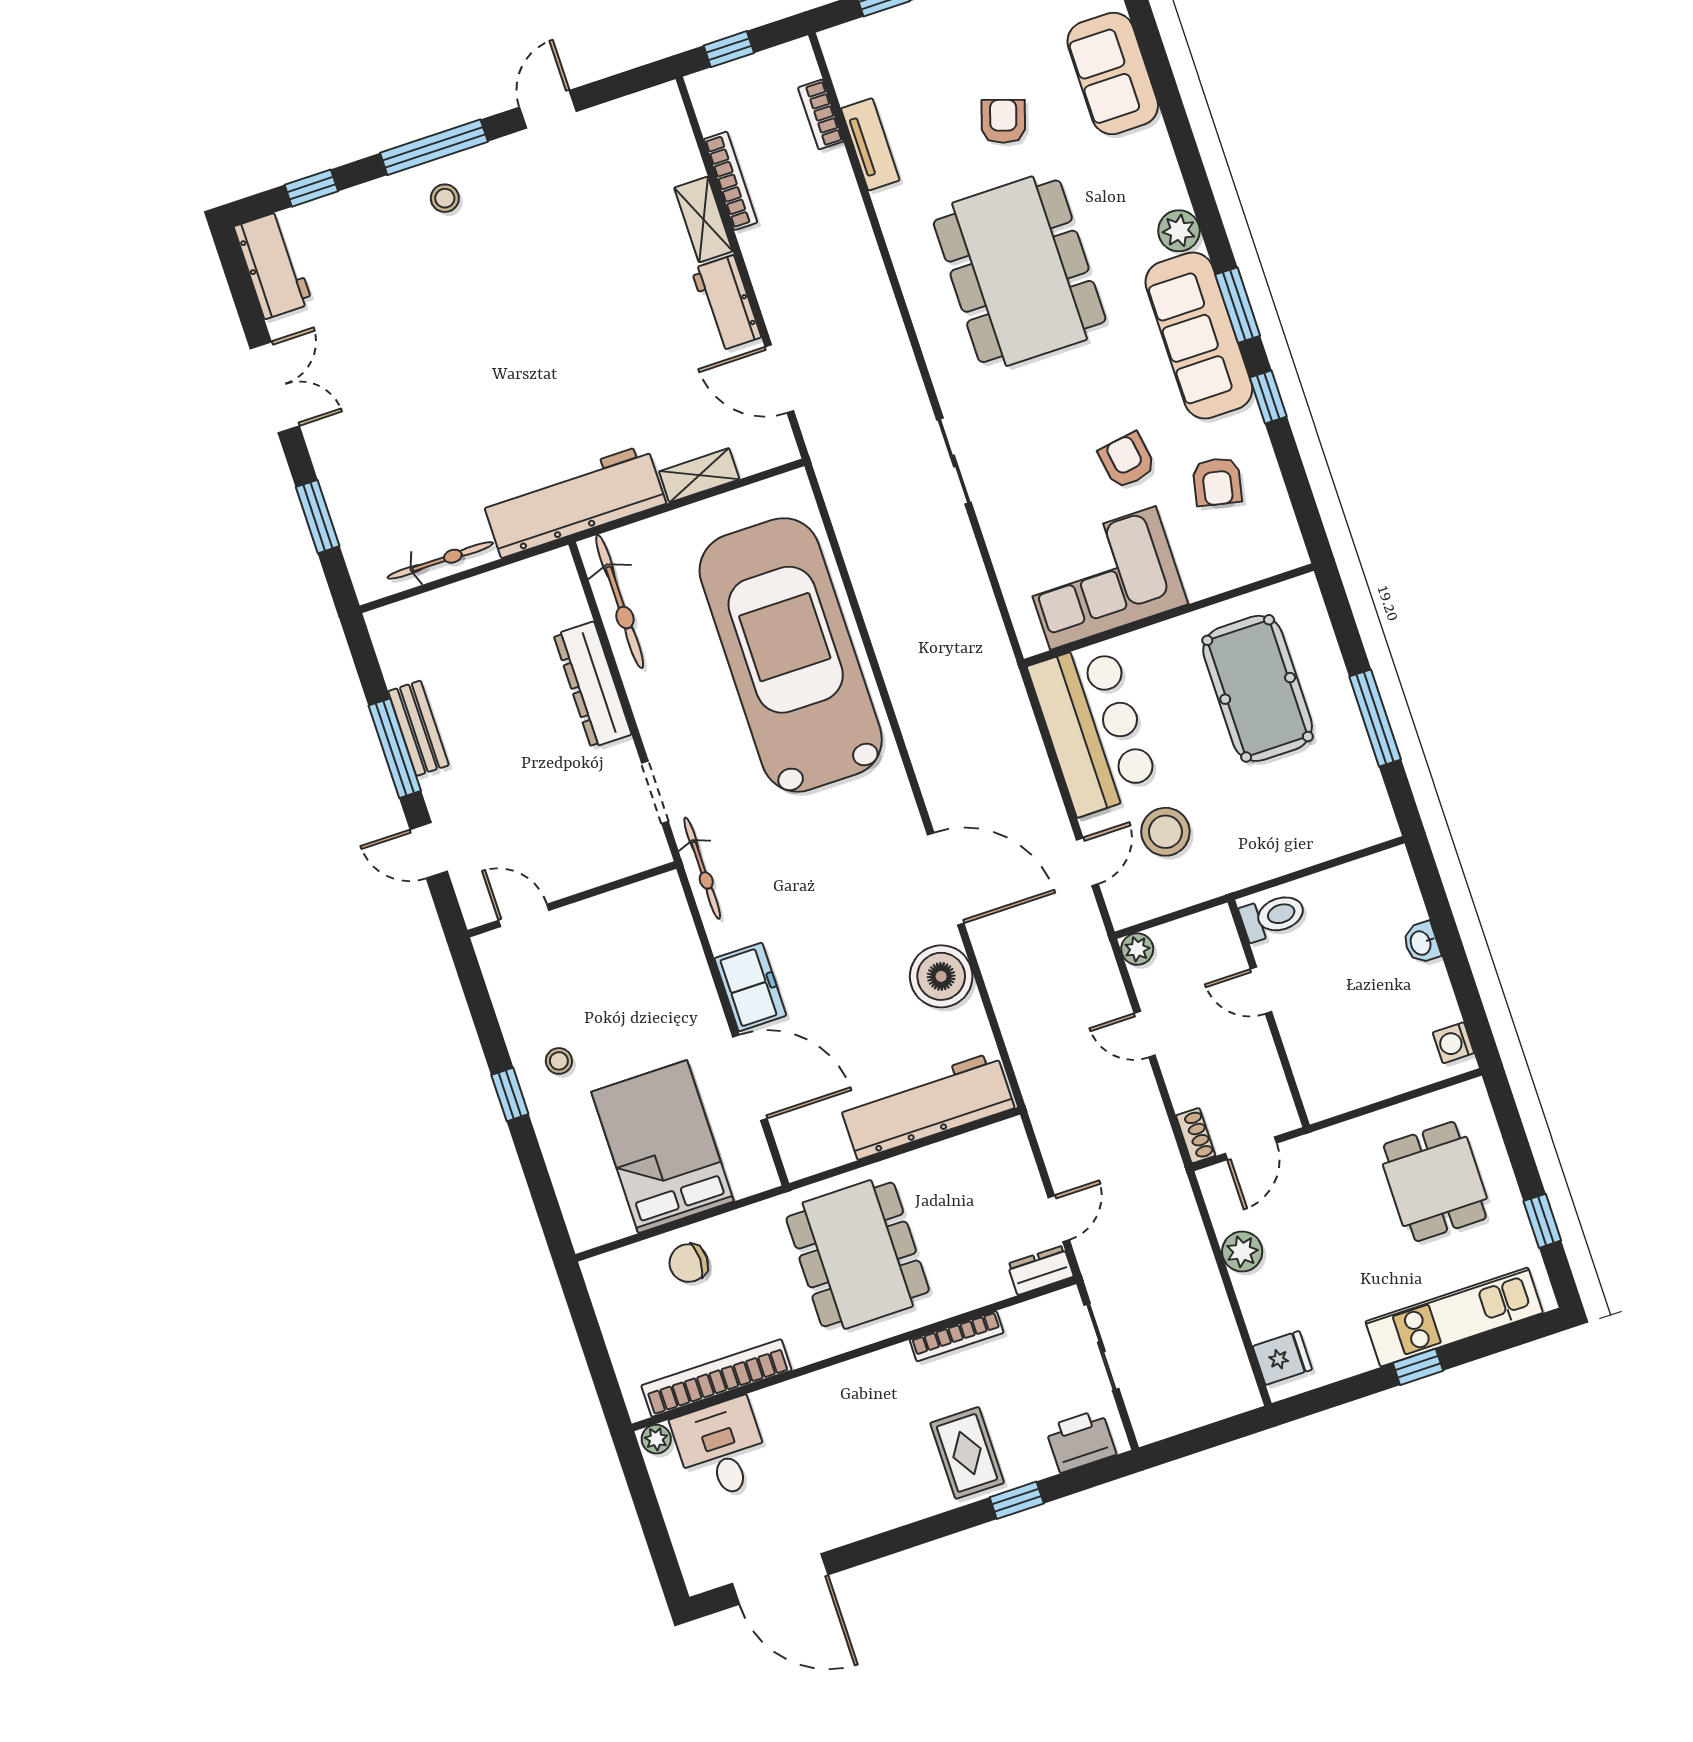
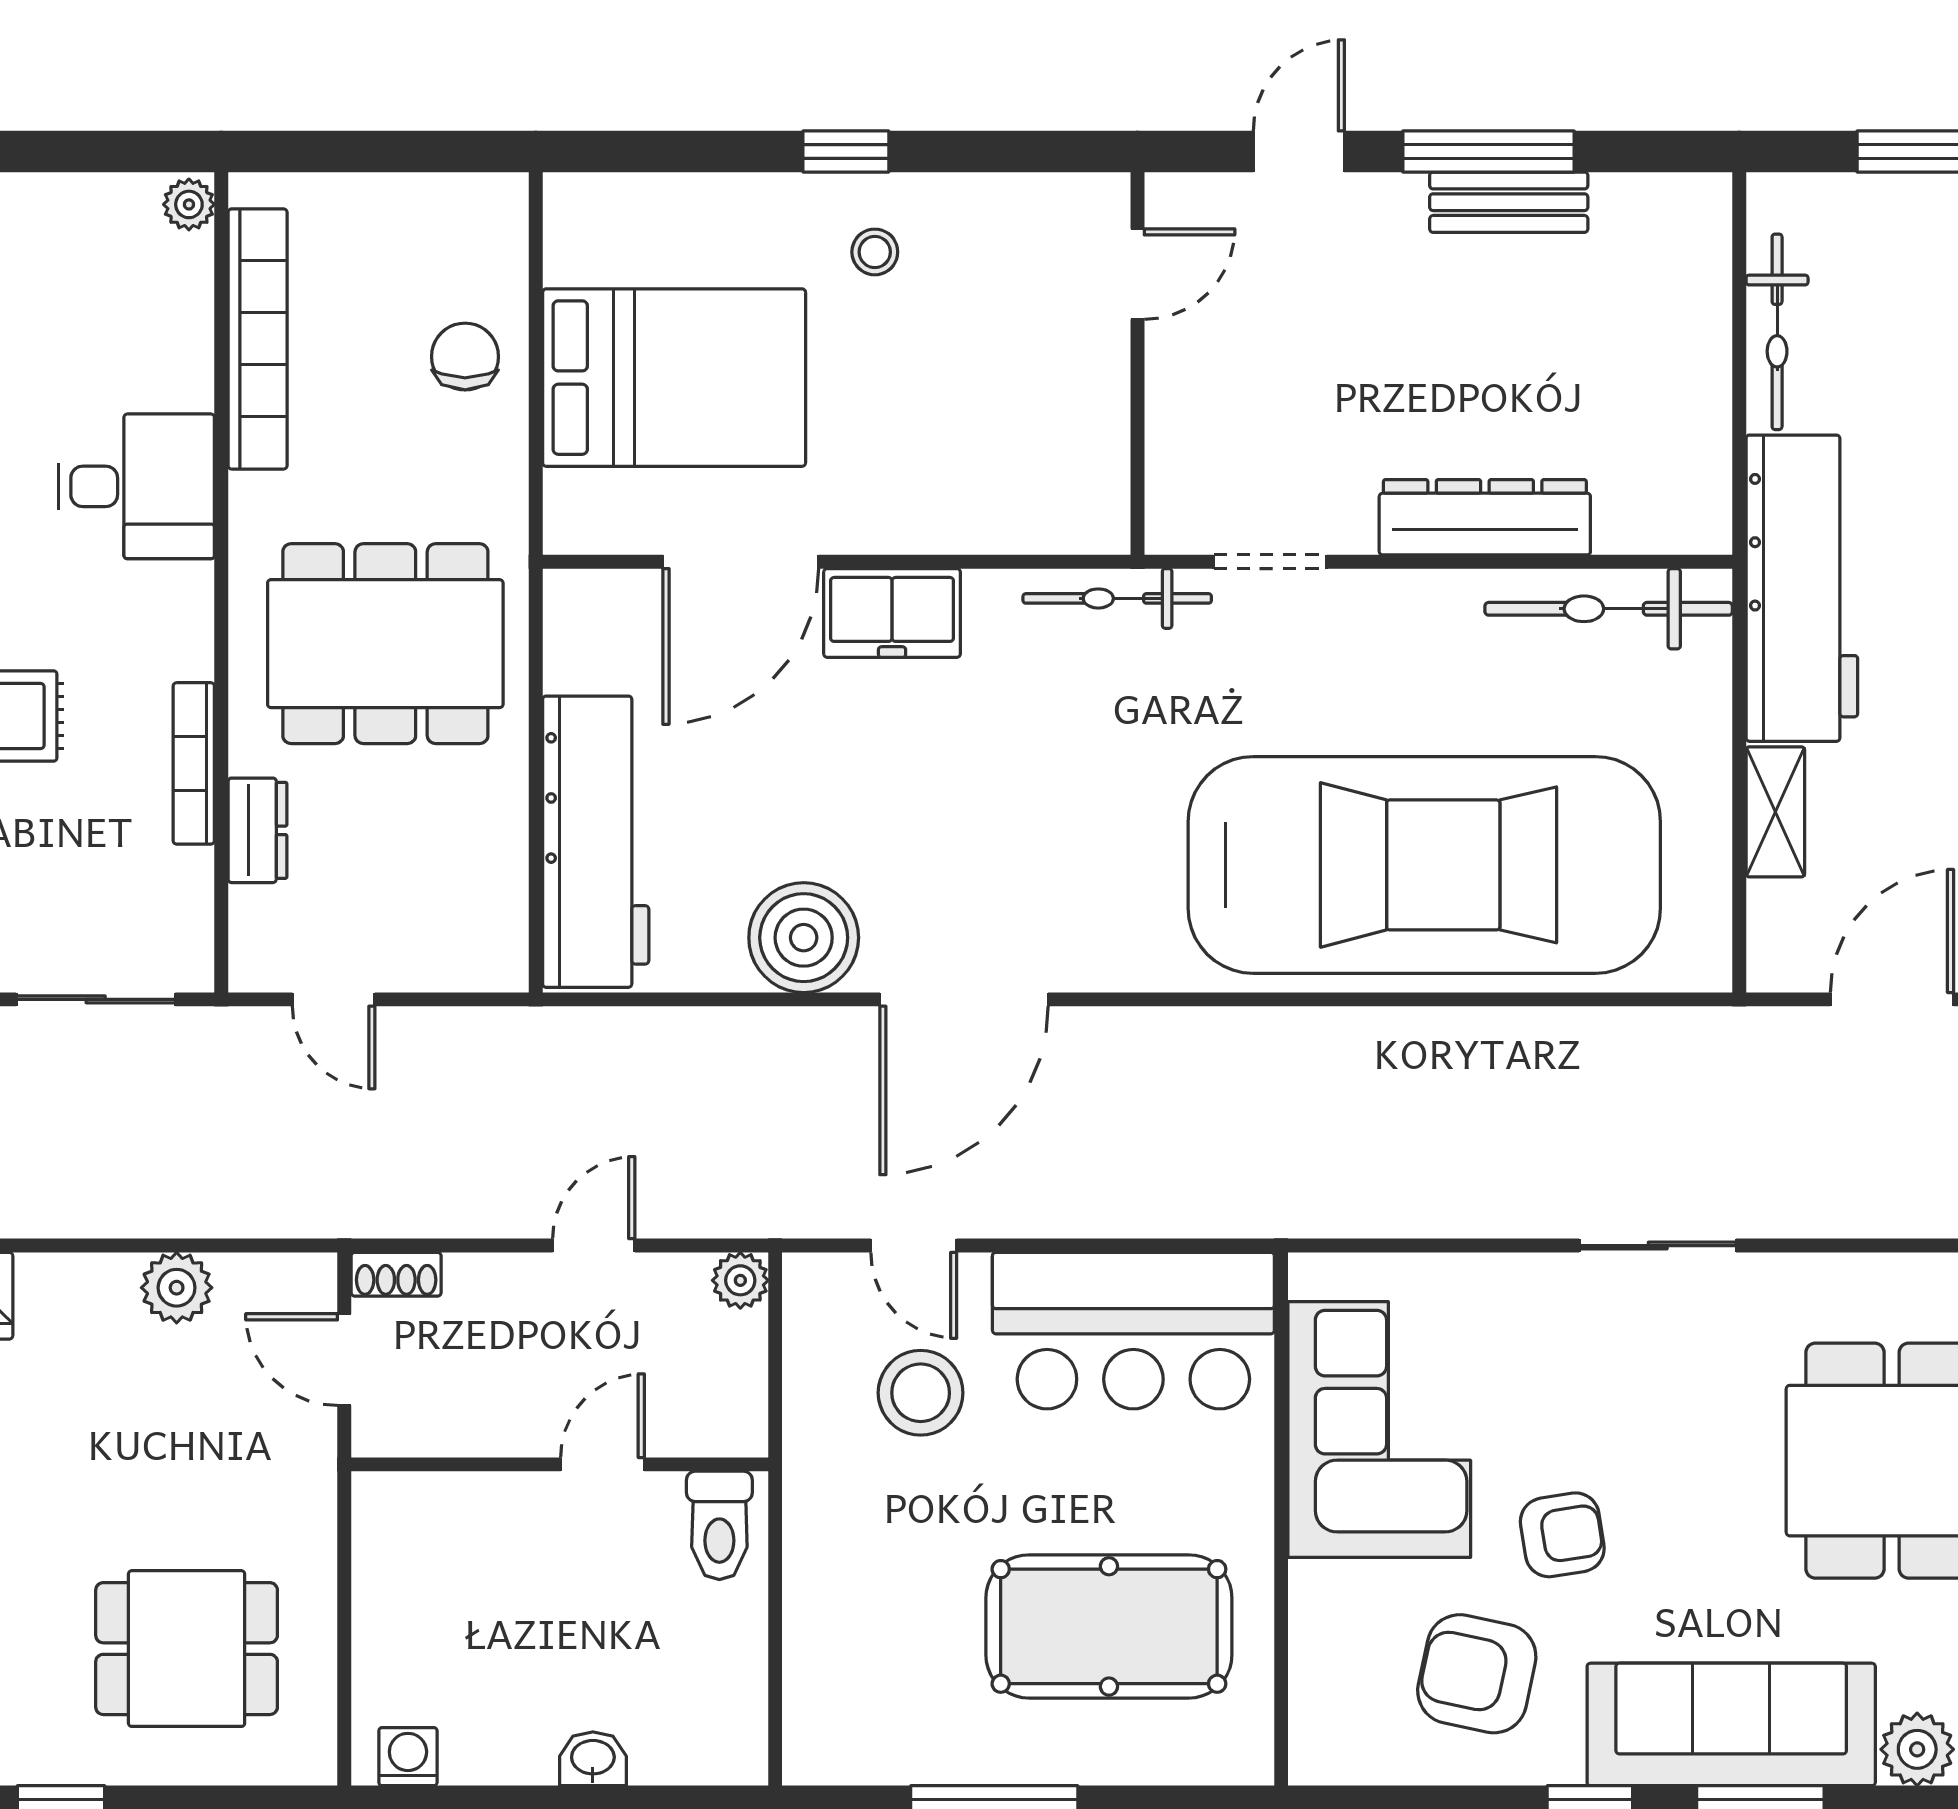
armchair: (1217, 482) -> (1477, 1674), width x1.38, depth x1.38
dresser: (1040, 1270) -> (257, 830), moved
desk: (721, 1449) -> (136, 486), moved

